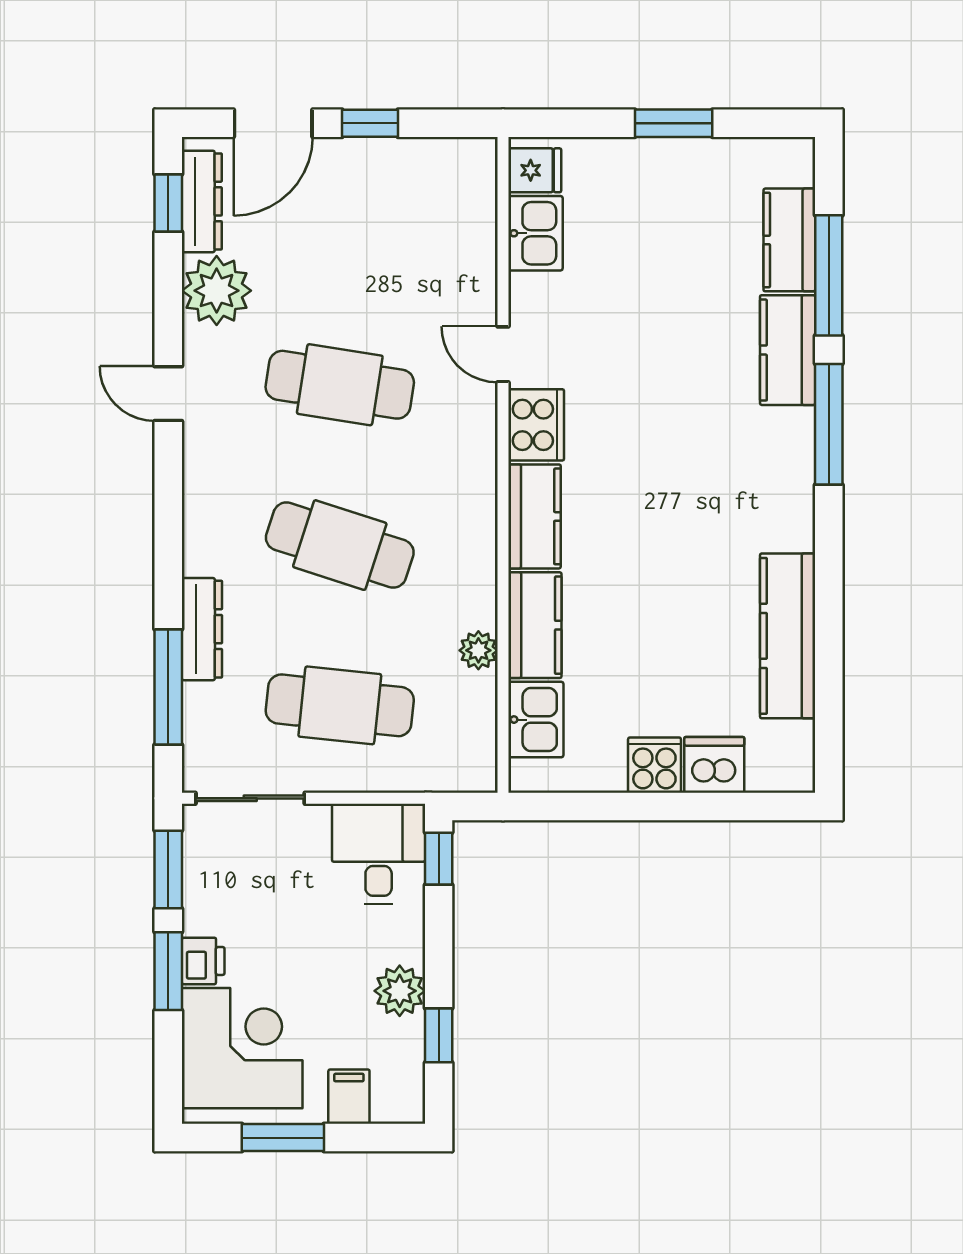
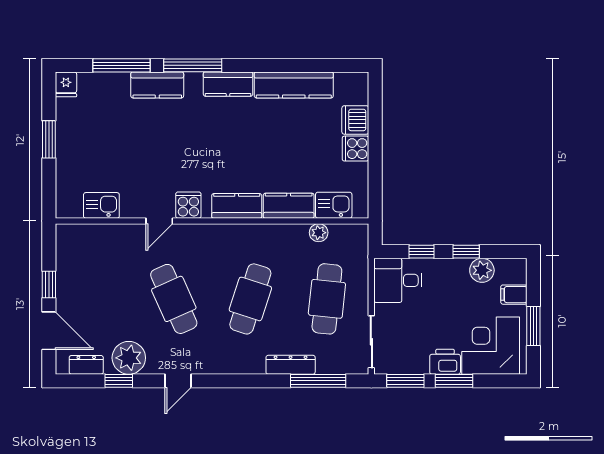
fridge: (535, 170) -> (66, 84), moved, turned 180
dresser: (202, 201) -> (86, 365), width x0.70
window: (168, 203) -> (119, 381), moved
kitchen counter: (789, 240) -> (228, 84), moved
cafe table: (340, 385) -> (174, 299), turned -33
cooker: (536, 425) -> (188, 205), width x0.73
plant: (478, 650) -> (319, 233), moved
window: (439, 859) -> (422, 252), moved
printer: (203, 961) -> (445, 362), width x1.36, depth x1.24
plant: (400, 991) -> (482, 270), moved
window: (439, 1035) -> (466, 252), moved

